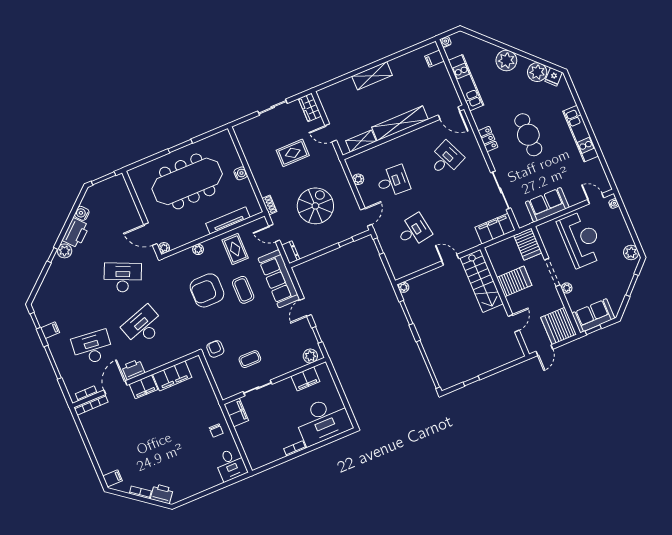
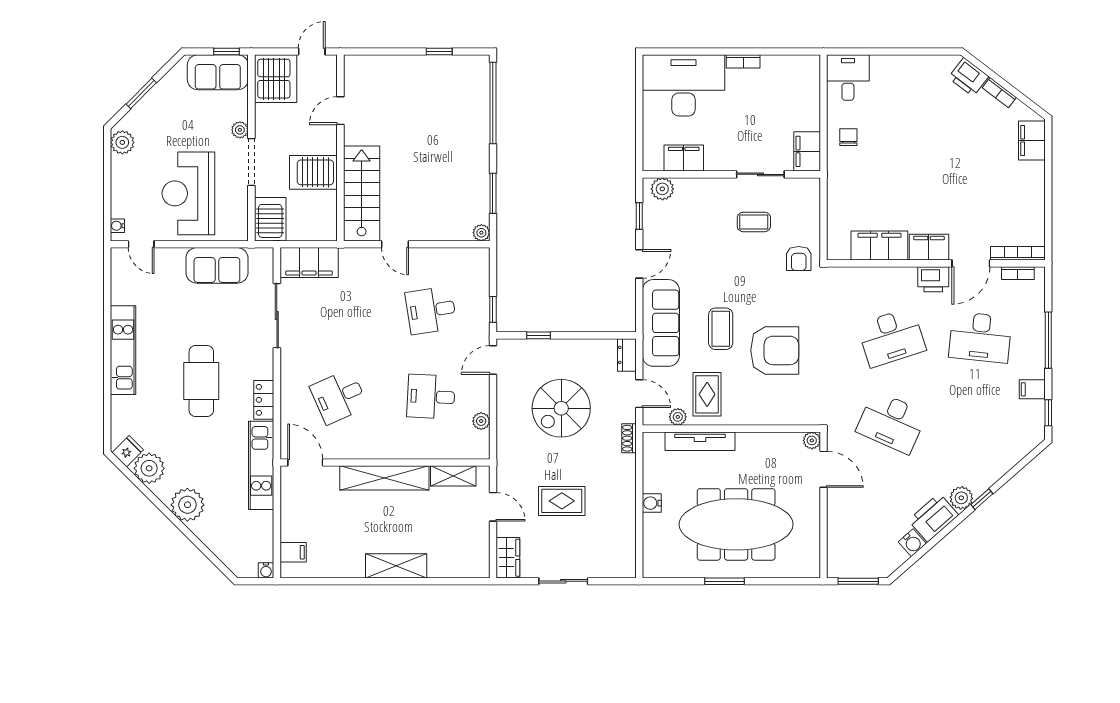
kitchen unit: (466, 83) -> (261, 465), moved
plant: (198, 249) -> (678, 417), moved
filing cabinet: (113, 478) -> (1032, 141), width x2.00

